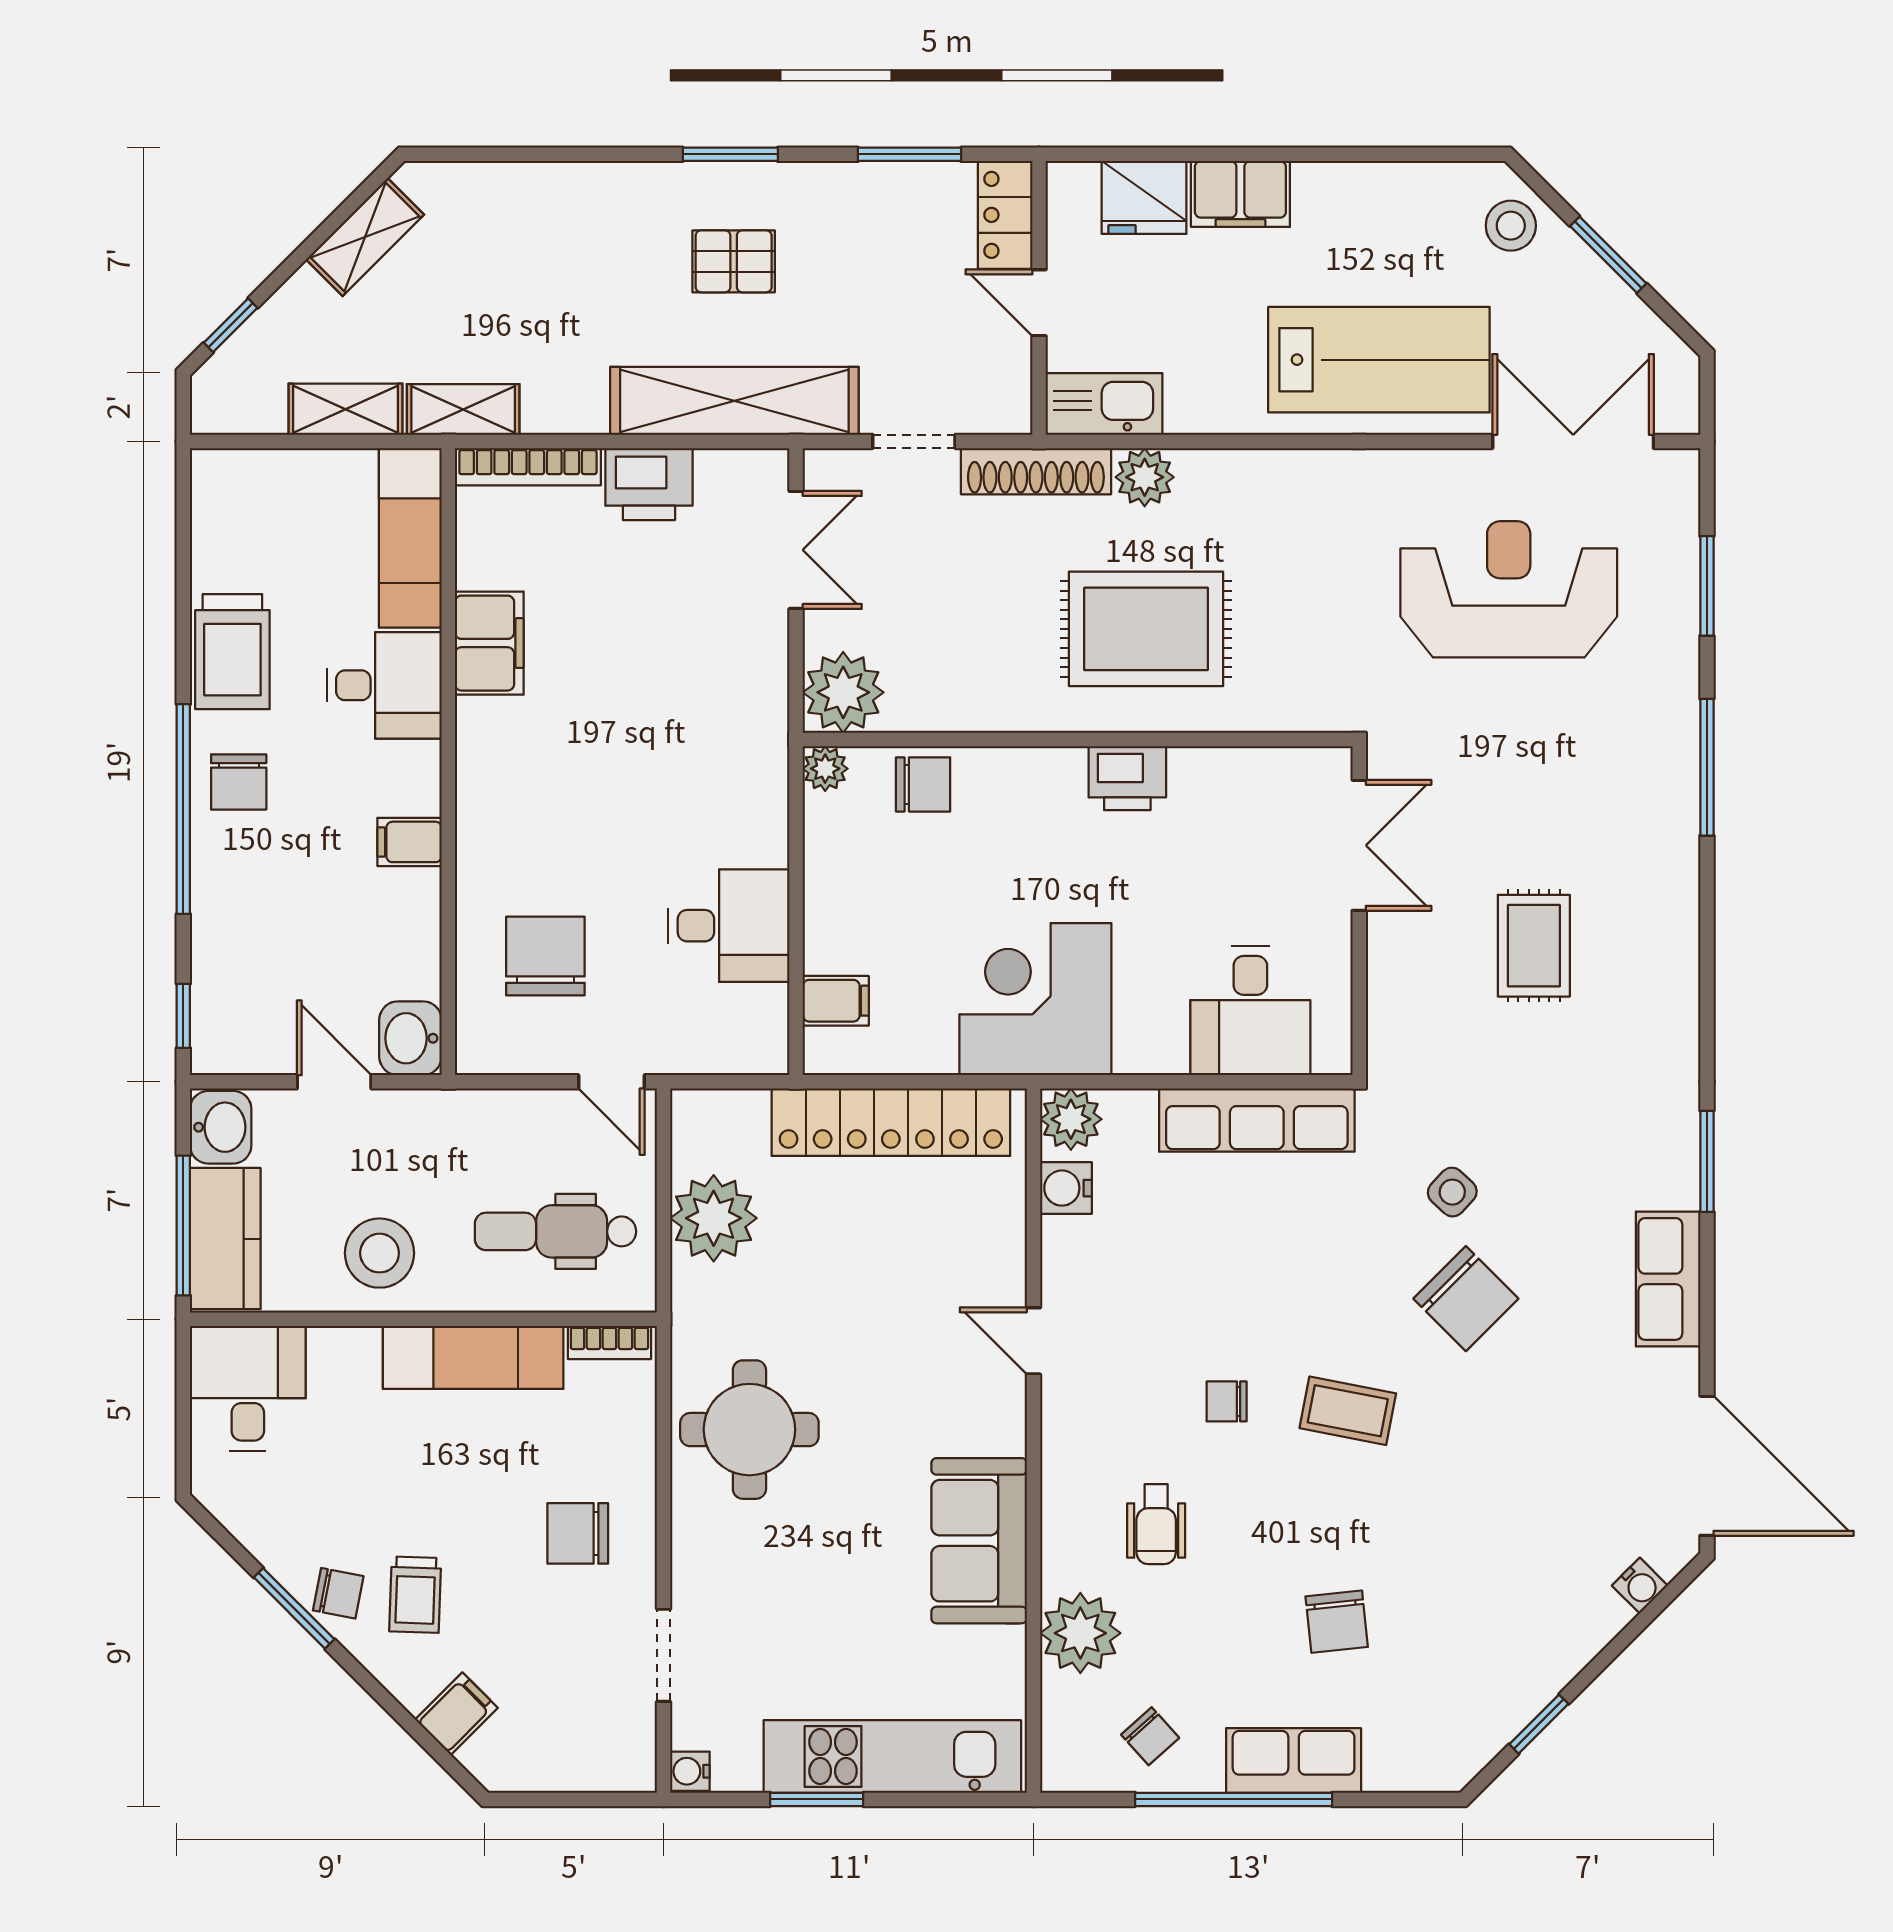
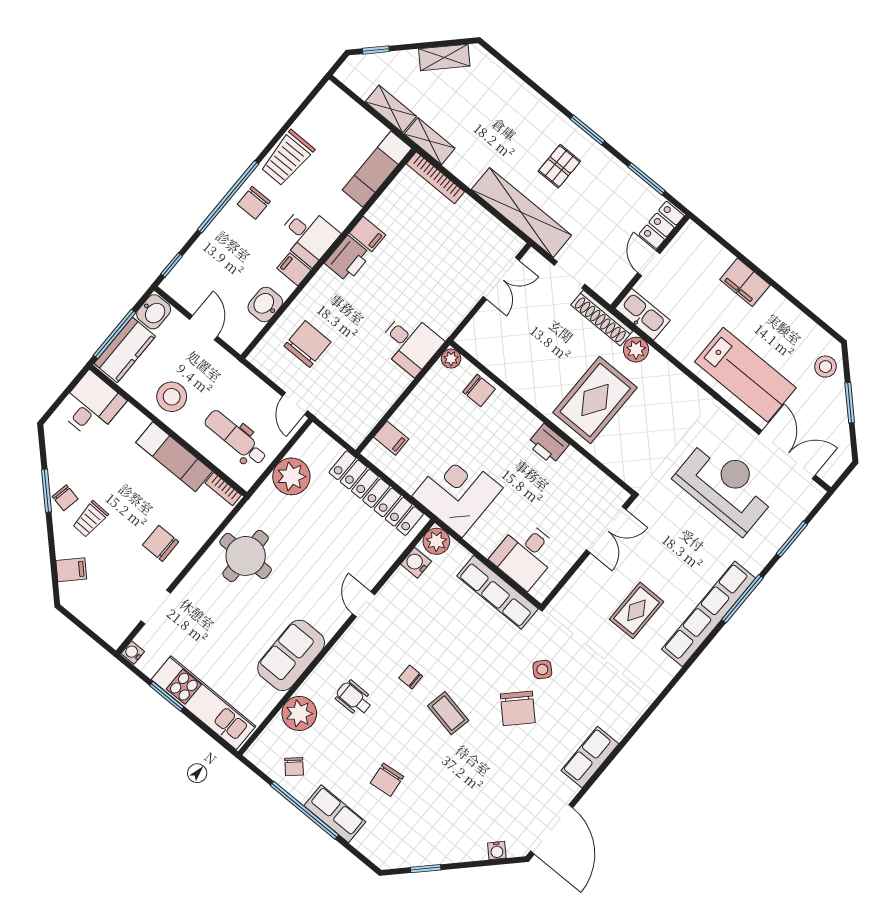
fridge: (1144, 197) -> (712, 257), removed
pallet: (734, 261) -> (559, 166), turned 90
printer: (649, 484) -> (348, 259), moved, turned -90
rug: (1146, 629) -> (595, 400), turned 90
filing cabinet: (489, 643) -> (367, 234), width x0.50
desk: (384, 685) -> (308, 235), moved
plant: (843, 692) -> (478, 338), removed
row of seats: (1669, 844) -> (709, 614), added
desk: (729, 926) -> (410, 343), moved
washbasin: (410, 1038) -> (265, 305), moved
window: (1707, 1161) -> (635, 729), removed
wheelchair: (1156, 1524) -> (354, 698), turned 90

